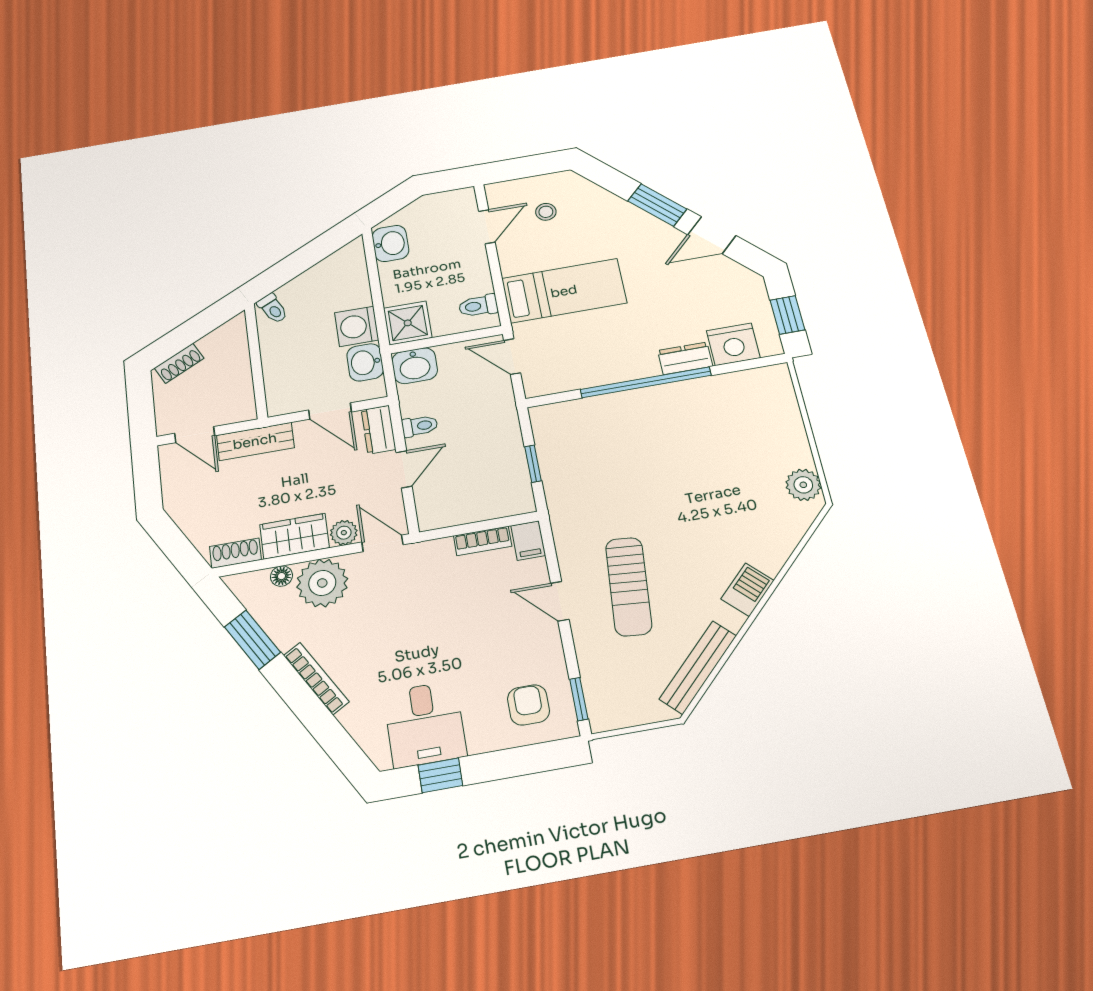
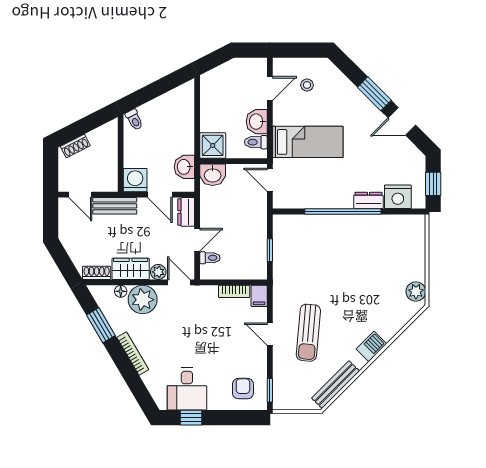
washbasin: (390, 243) -> (257, 122), moved, turned 180
washing machine: (357, 326) -> (135, 180), moved, turned 90
toilet: (420, 426) -> (210, 258), moved

